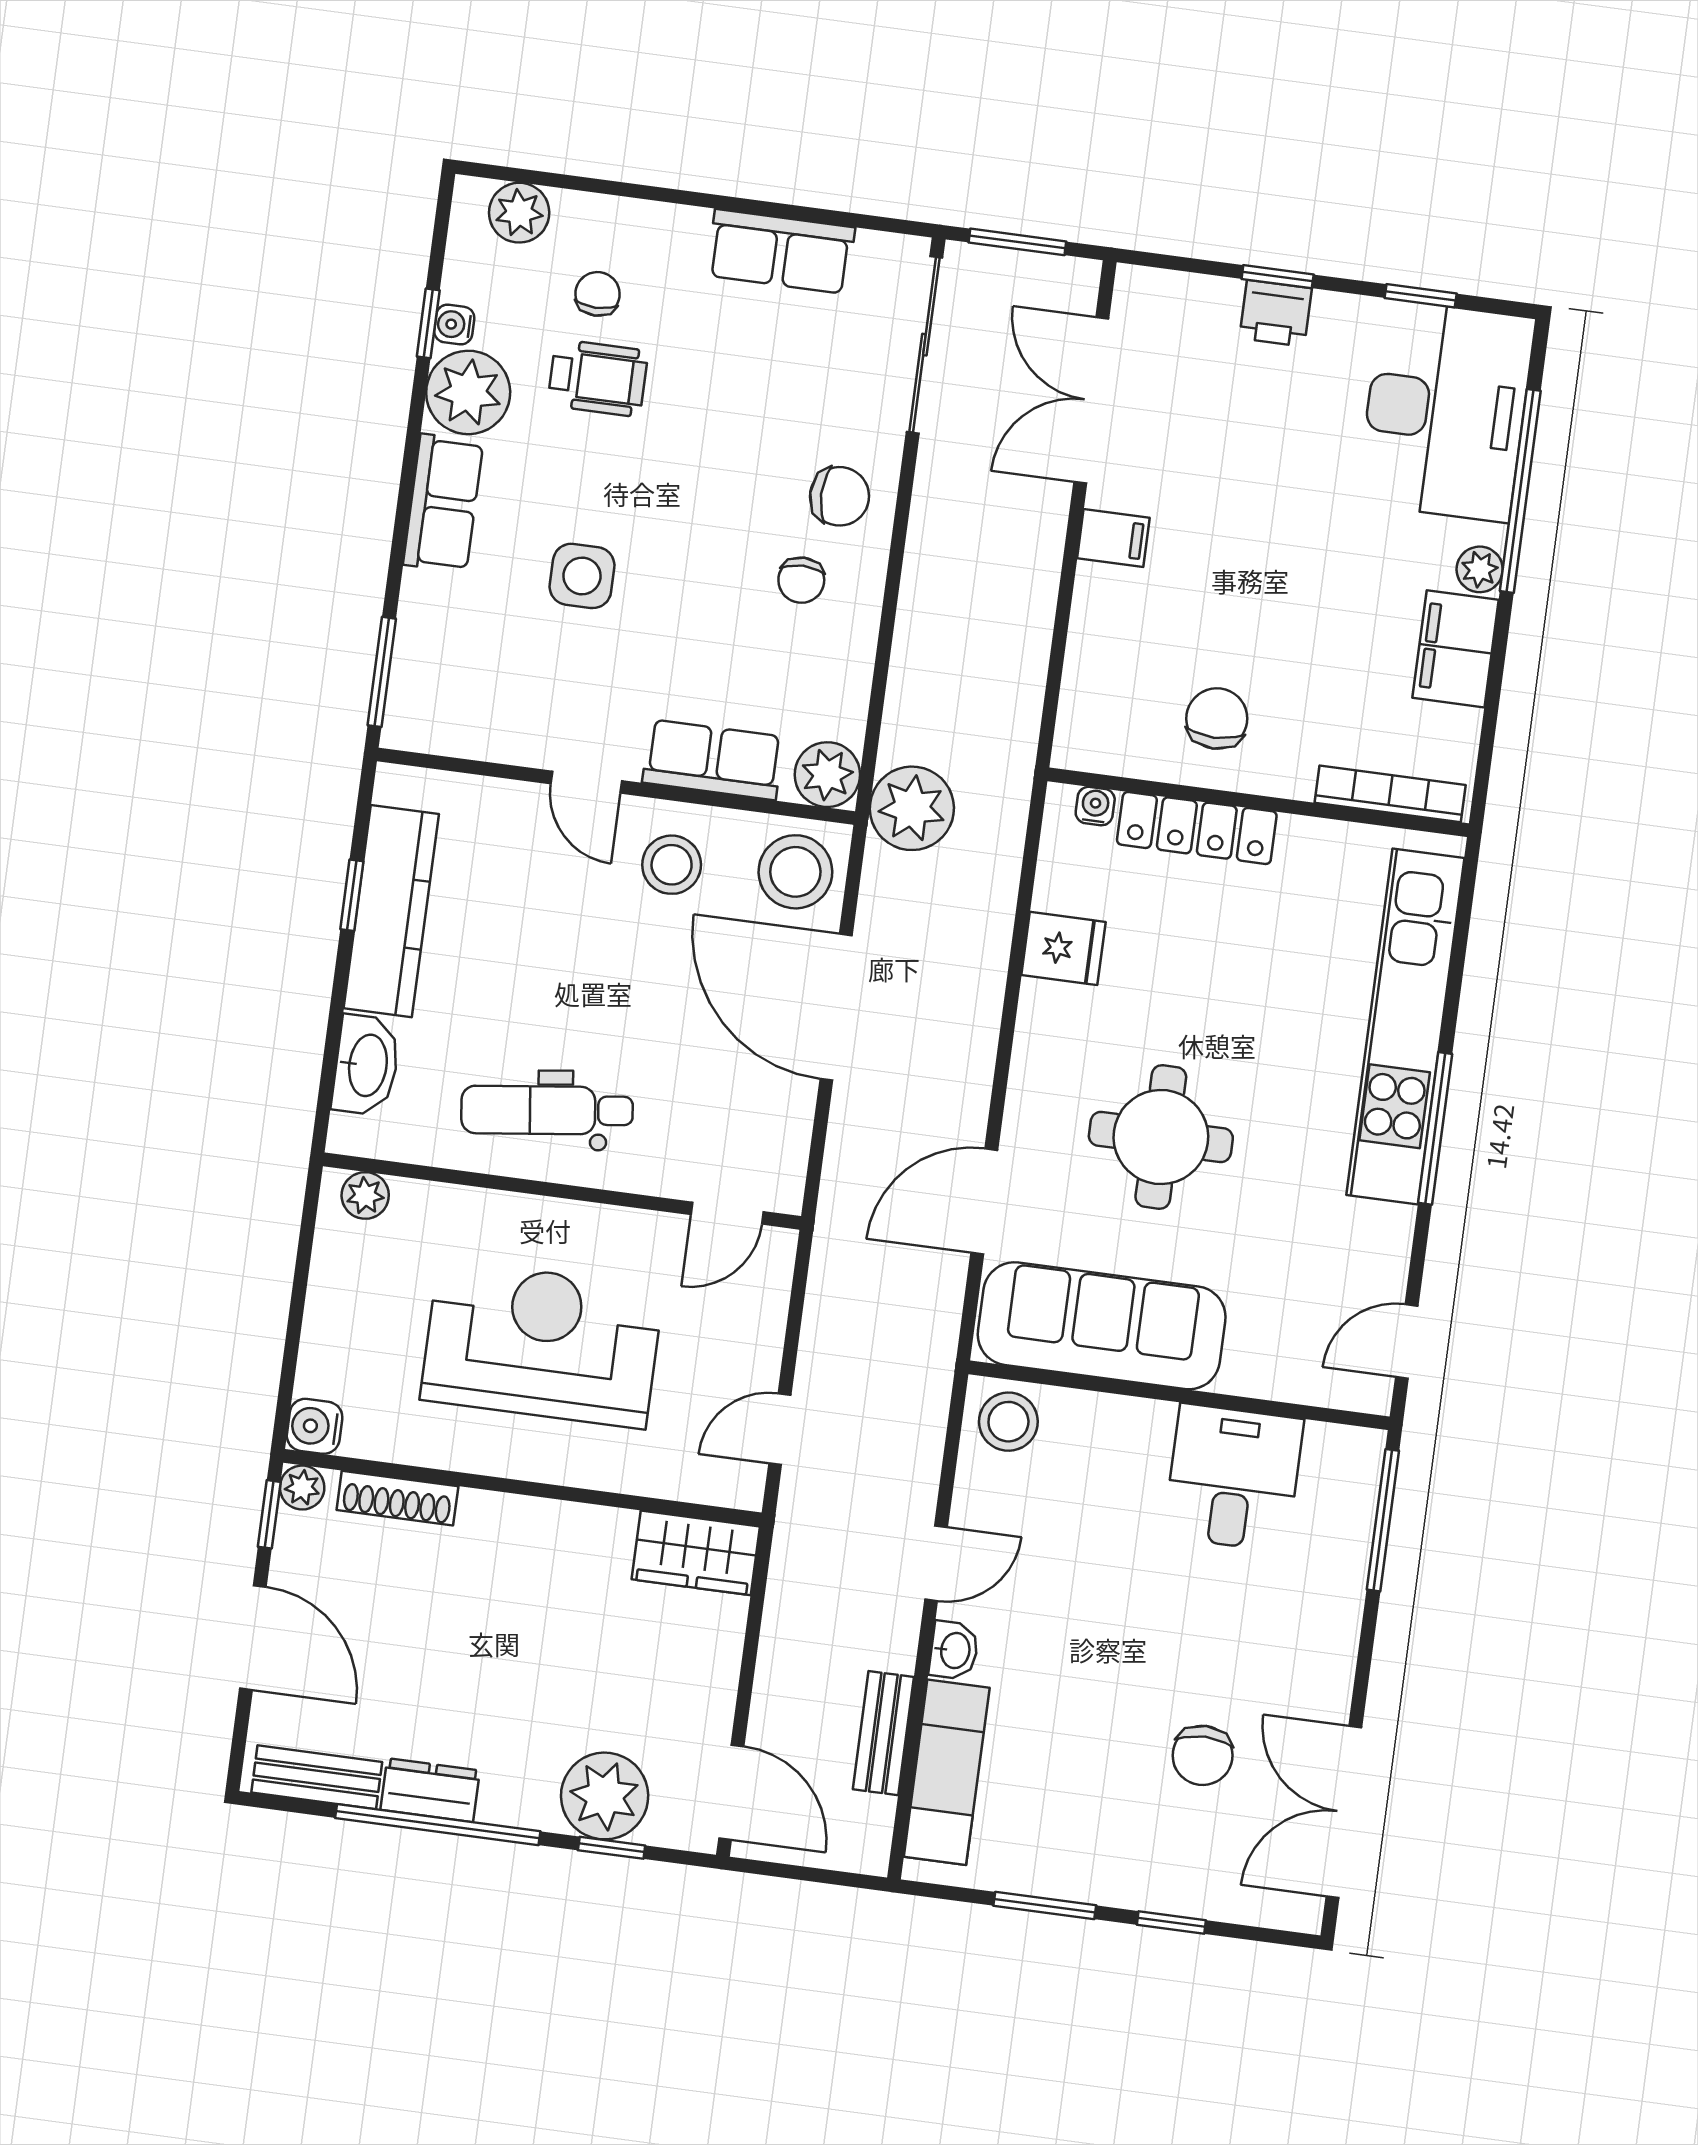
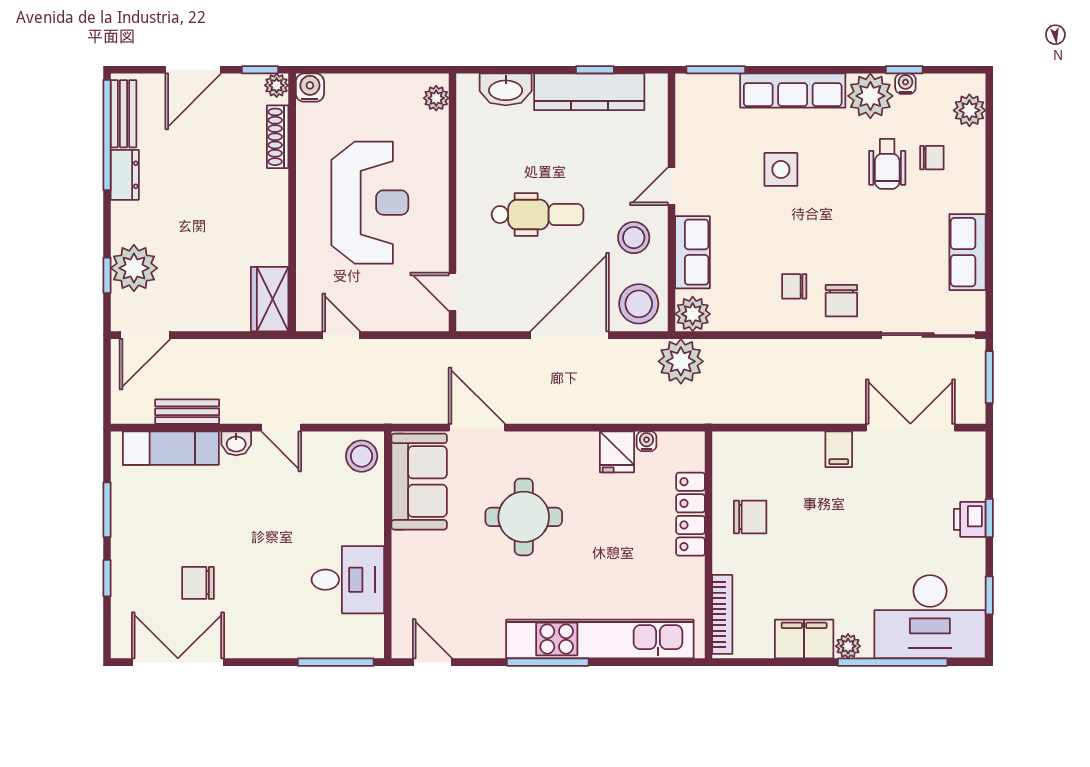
row of seats: (443, 503) -> (793, 91), width x1.48
water cooler: (1095, 806) -> (647, 441), moved, turned -90
dental chair: (547, 1110) -> (538, 215), moved, turned 97
sofa: (1102, 1326) -> (419, 482), width x0.73
window: (438, 1825) -> (107, 135), moved

